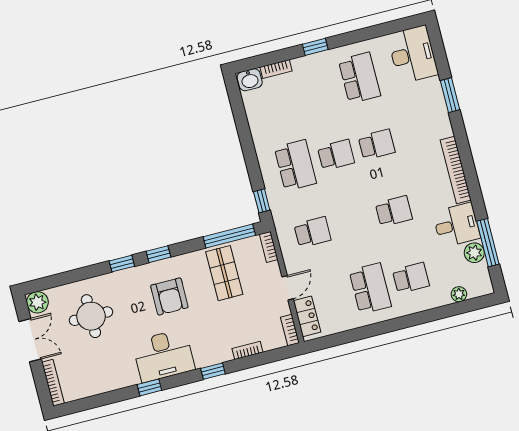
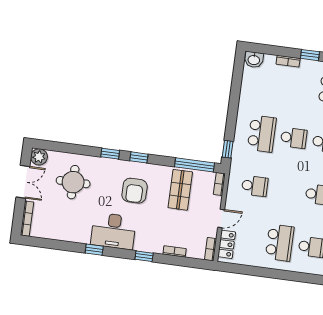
bookcase: (276, 69) -> (288, 61), moved

